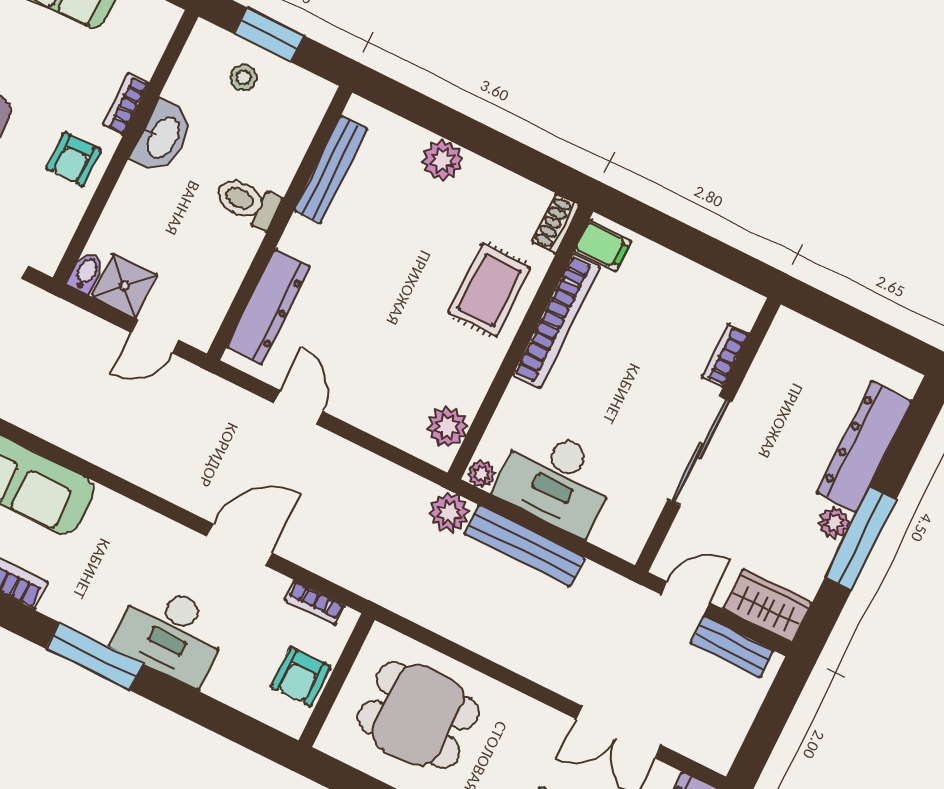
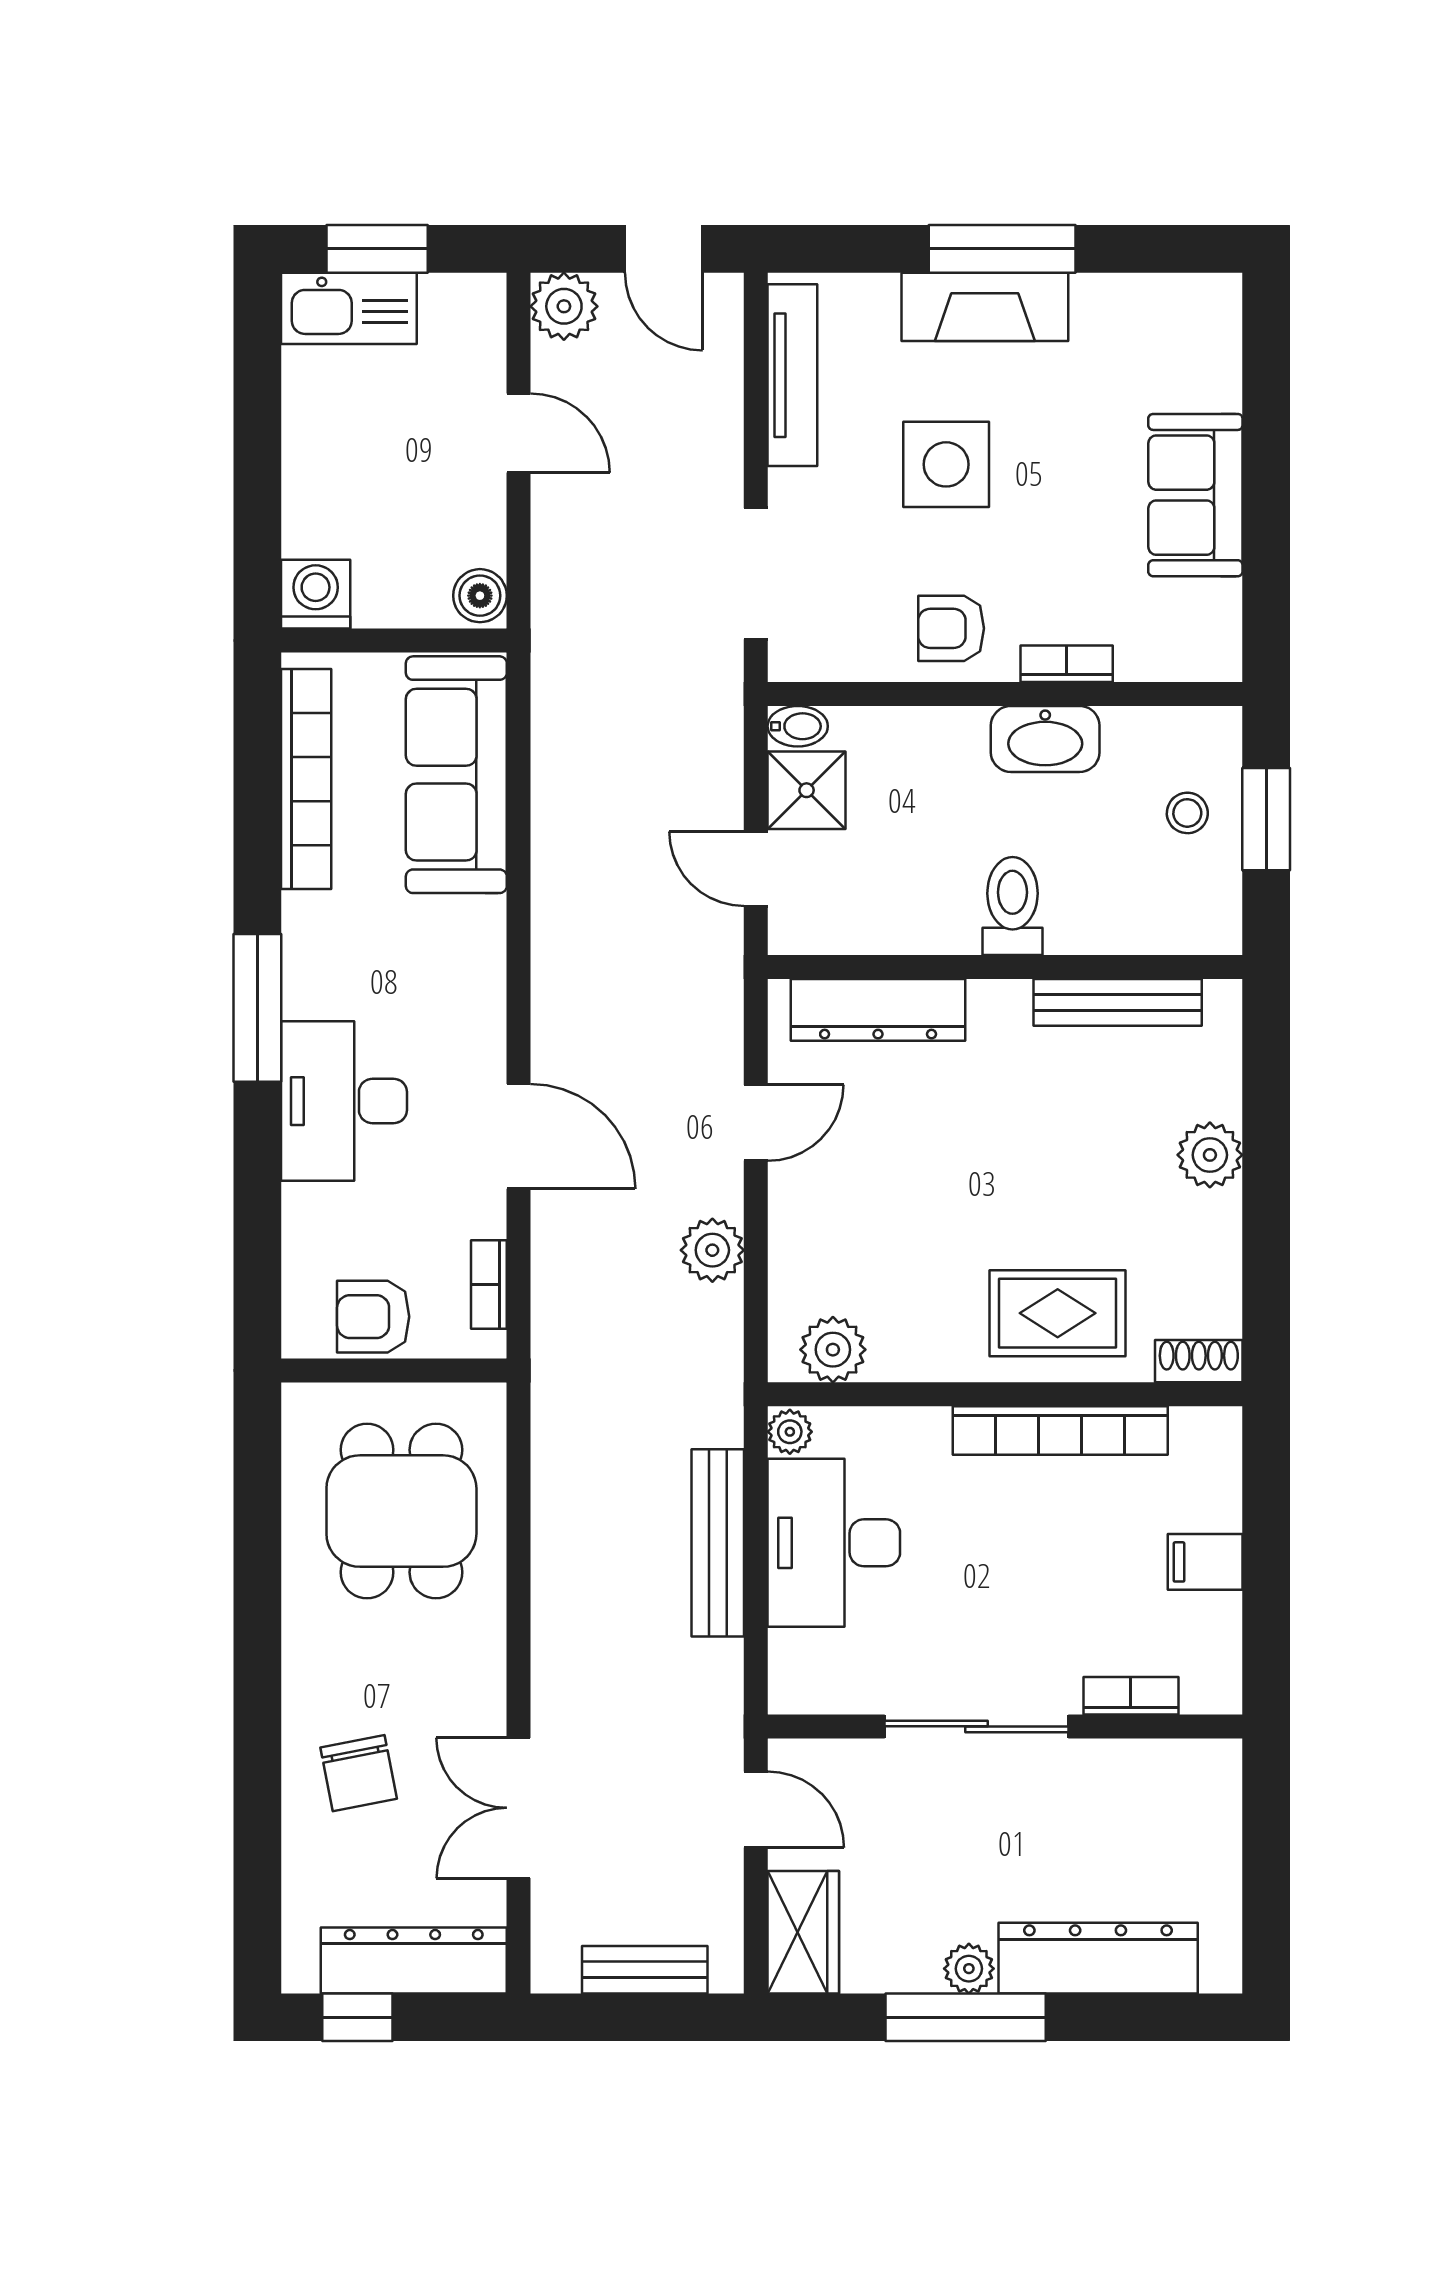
filing cabinet: (603, 246) -> (1205, 1562), moved, turned 90
plant: (449, 512) -> (712, 1250), moved
bench: (732, 647) -> (645, 1970), moved, turned 90

